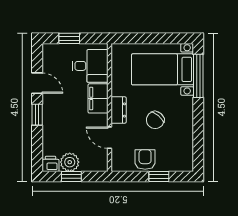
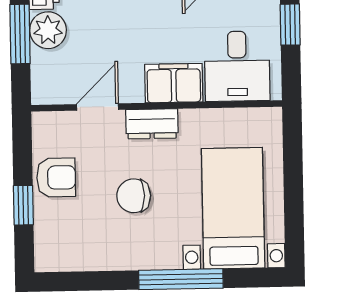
window: (198, 76) -> (181, 279), moved
chair: (155, 120) -> (134, 196), turned -40
window: (71, 177) -> (20, 34), width x1.50

